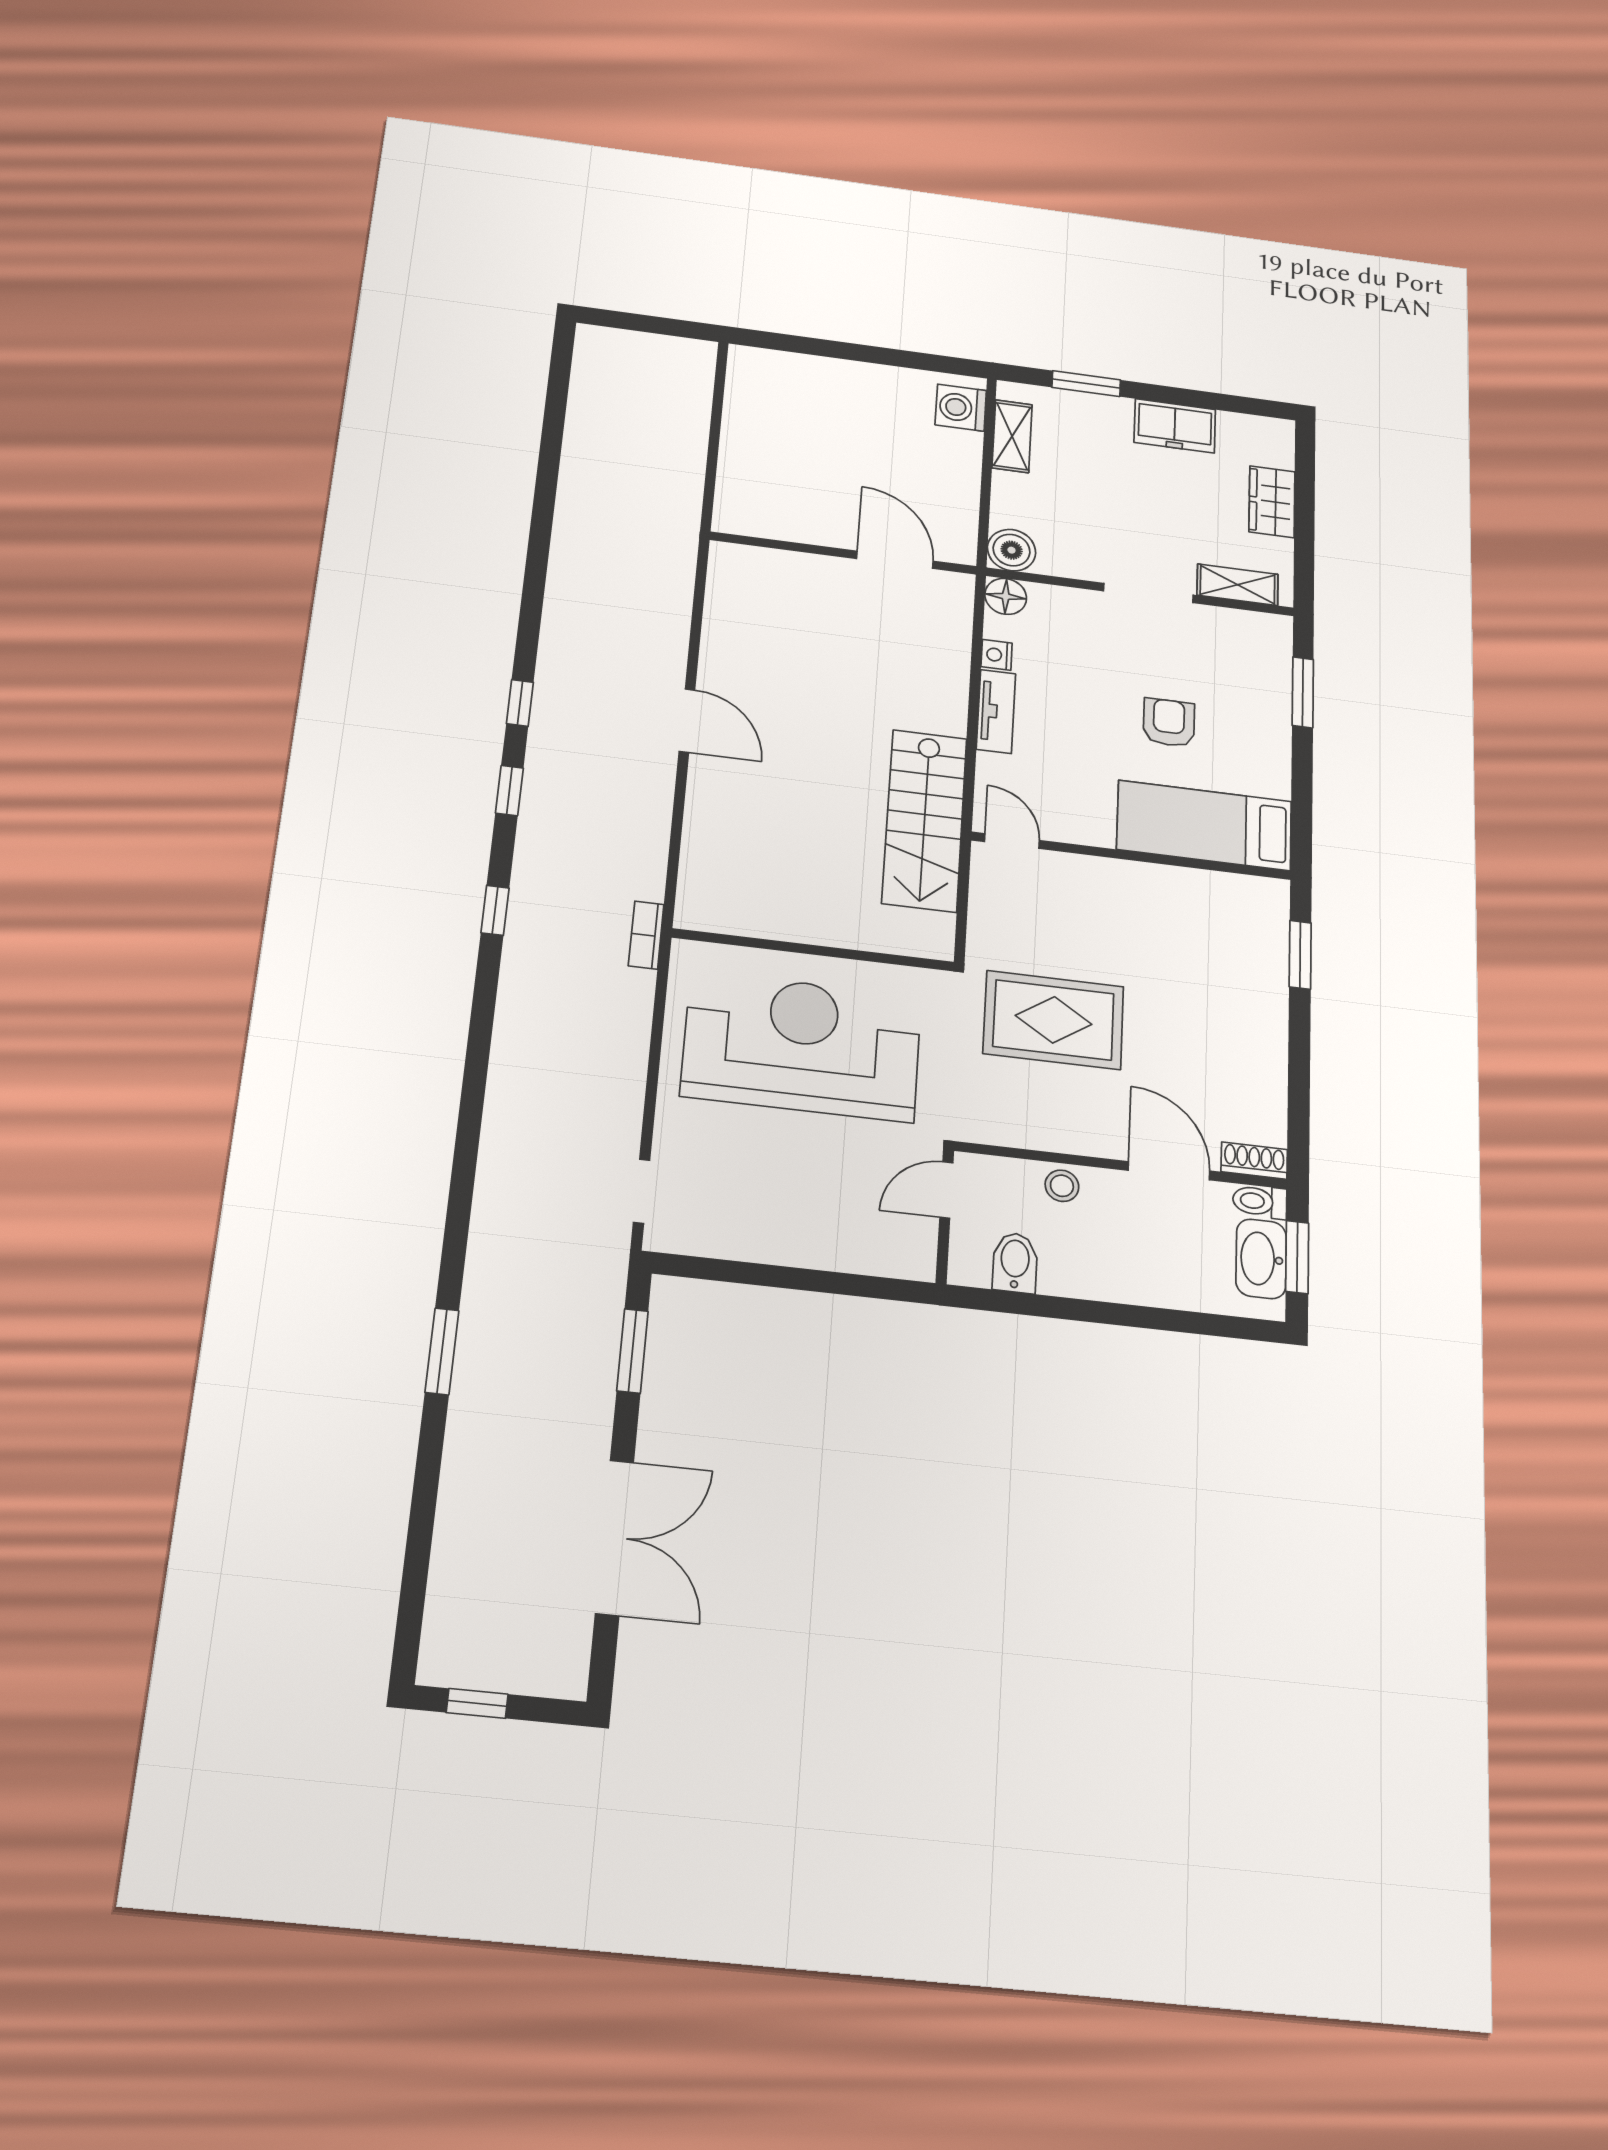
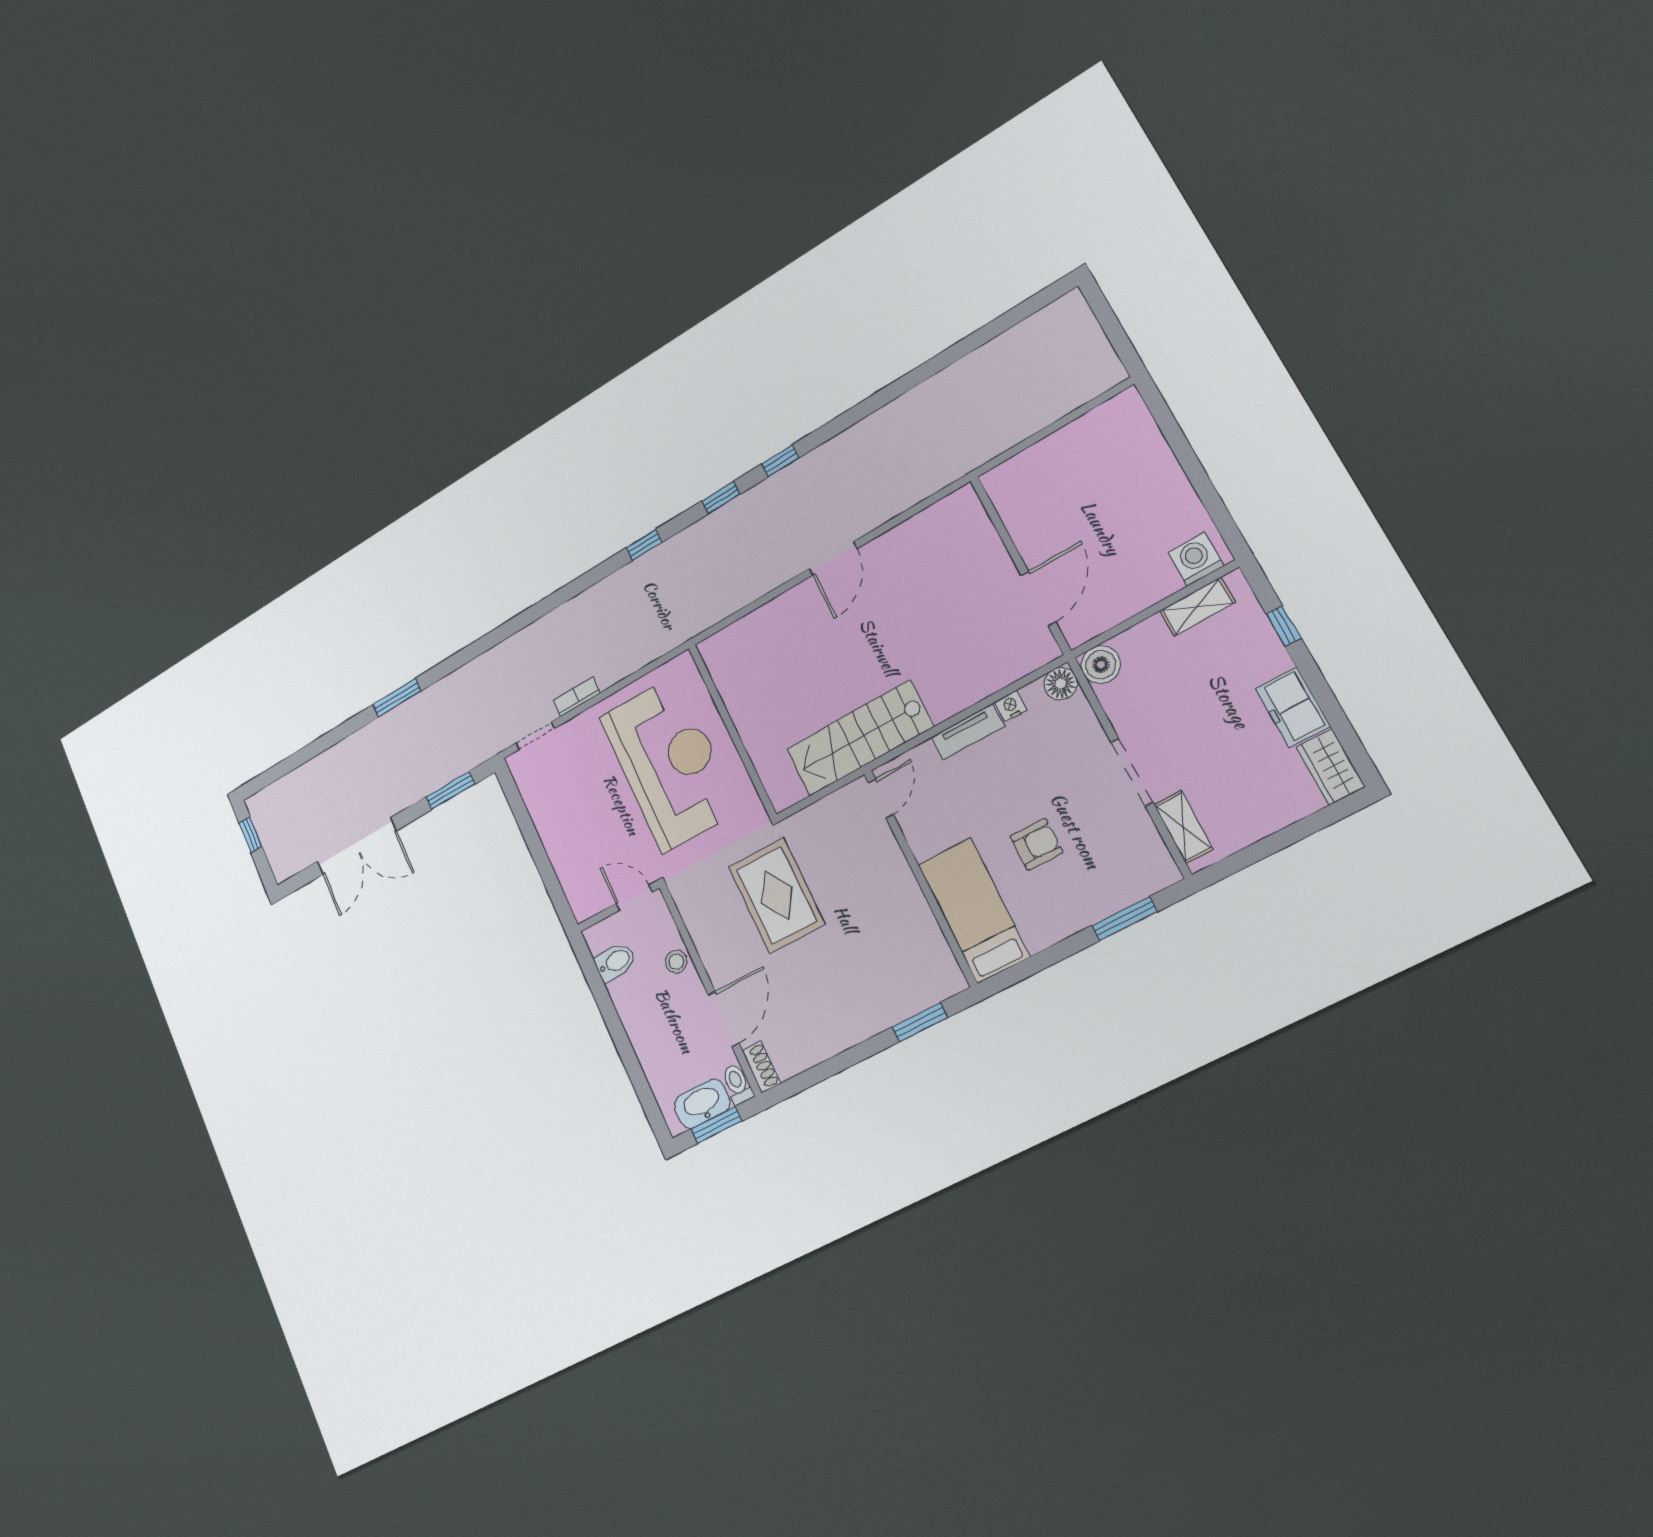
window: (1086, 384) -> (1284, 626), width x0.67
wardrobe: (1272, 502) -> (1331, 767), moved, turned -90
bookcase: (646, 935) -> (577, 696), moved

